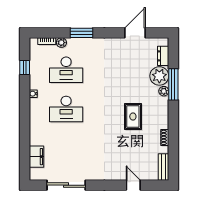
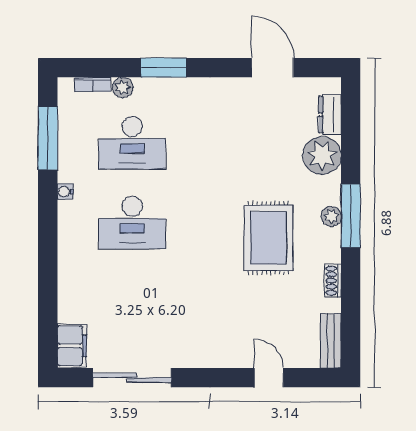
door: (135, 33) -> (272, 68), hinge flipped
window: (25, 67) -> (48, 138), width x2.17
window: (173, 84) -> (351, 216), moved
plant: (164, 91) -> (331, 216), moved
rug: (133, 117) -> (268, 238), width x1.36, depth x1.43
filing cabinet: (36, 157) -> (72, 346), moved

